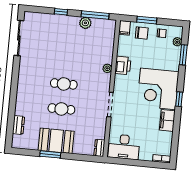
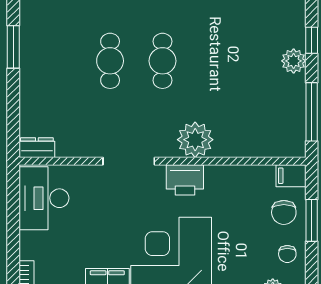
plant: (85, 23) -> (294, 61), moved
printer: (123, 65) -> (185, 180), moved
plant: (107, 68) -> (195, 140), width x1.88, depth x1.88
booth: (56, 141) -> (43, 56), removed

